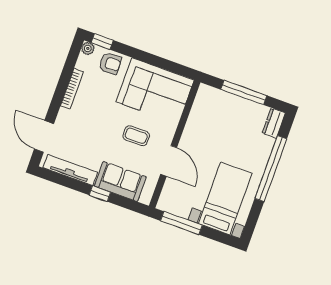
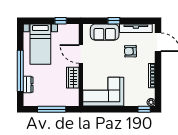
armchair: (110, 63) -> (130, 51), moved
dresser: (274, 123) -> (28, 85), moved
wardrobe: (194, 129) -> (73, 78), added
coffee table: (136, 136) -> (105, 62), removed
window: (181, 223) -> (61, 21), width x0.46

